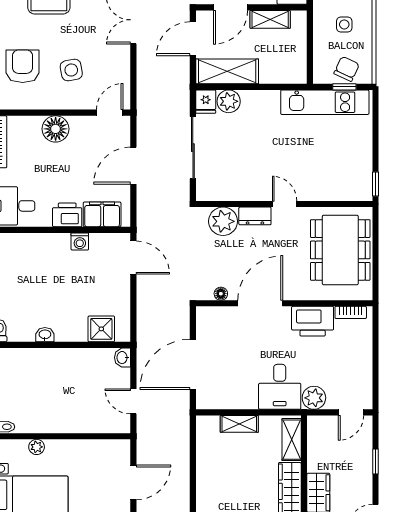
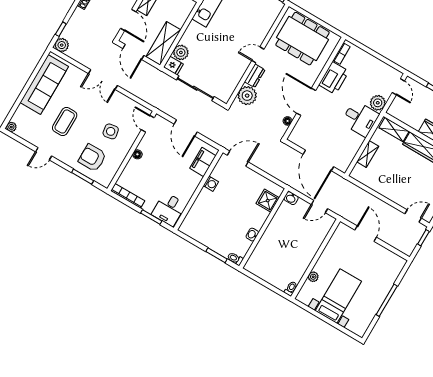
floor lamp: (56, 129) -> (137, 154), width x0.53, depth x0.53
printer: (67, 215) -> (192, 182), removed

